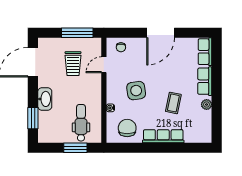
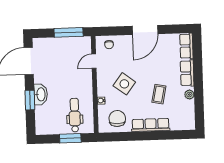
trolley: (73, 64) -> (65, 61), removed
side table: (136, 91) -> (124, 84), turned 45
window: (33, 118) -> (30, 100), moved

